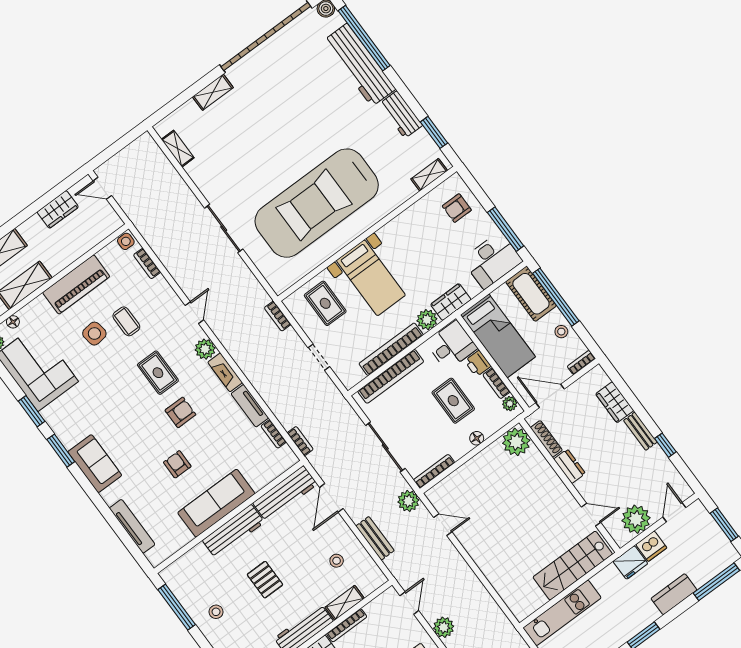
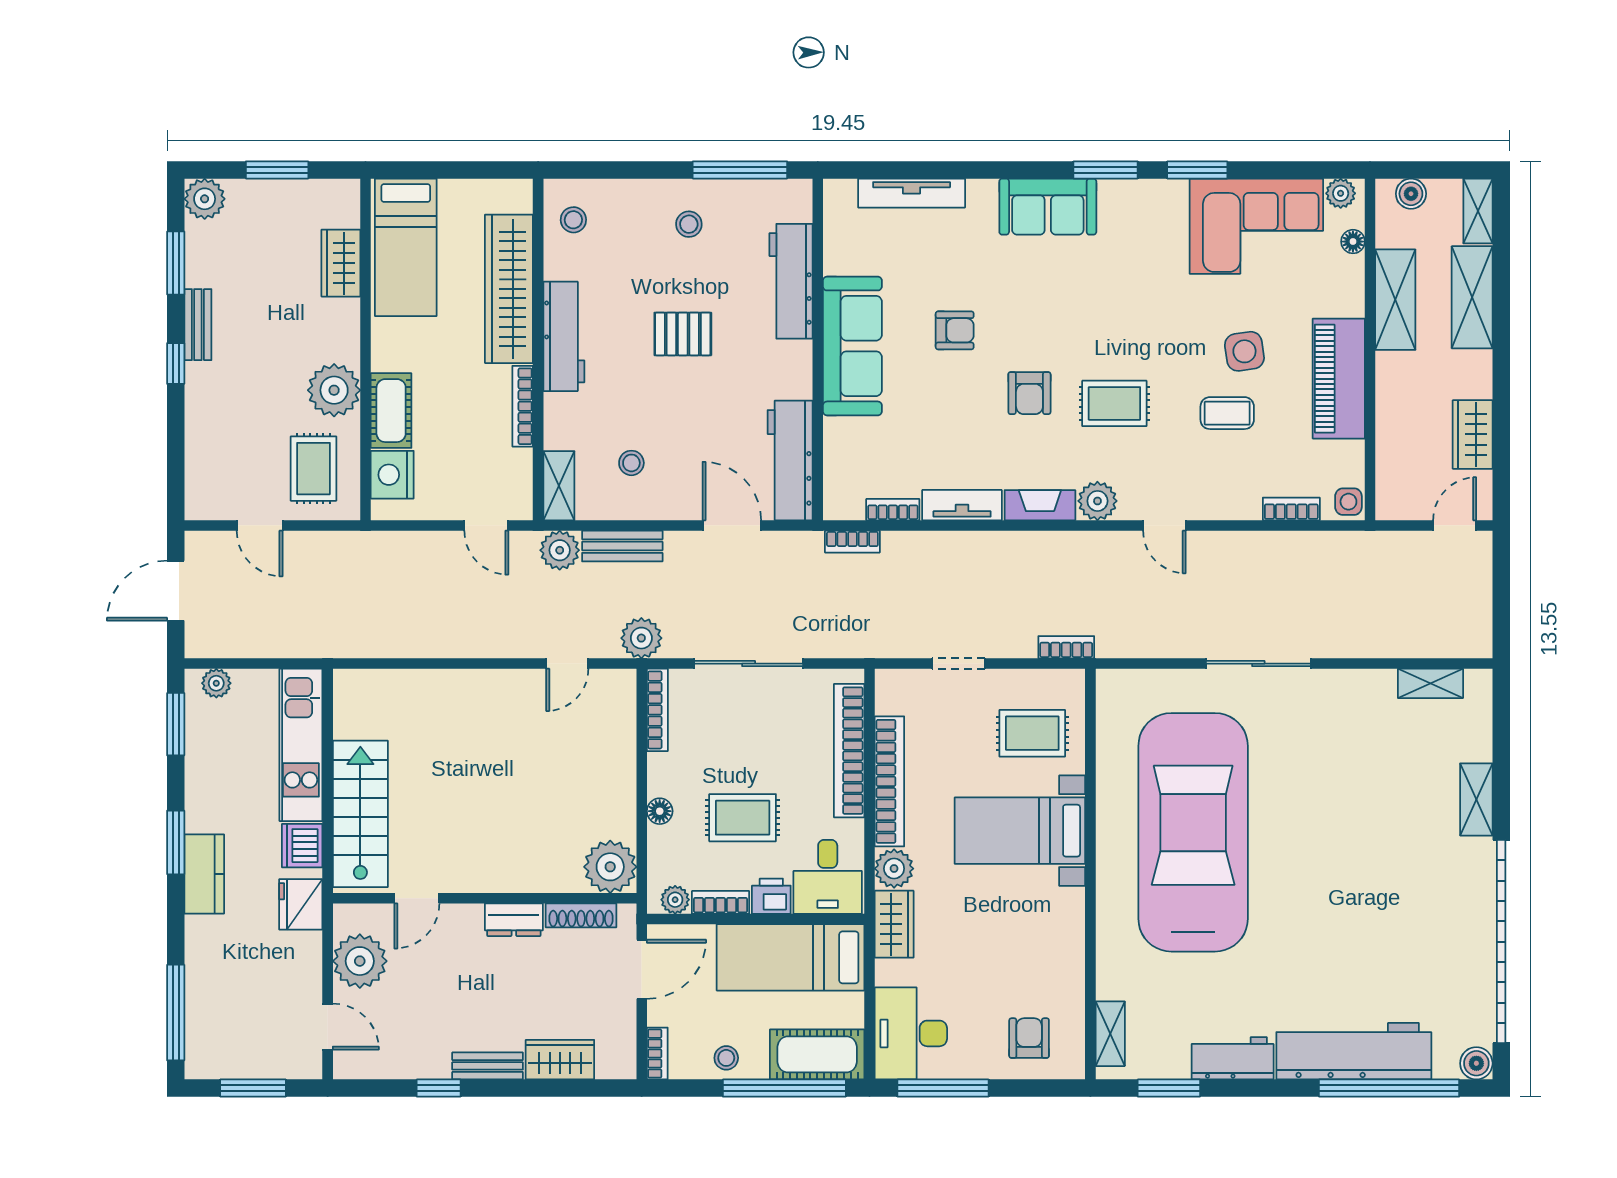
workbench: (233, 531) -> (791, 281), moved
dishwasher: (651, 546) -> (302, 846), moved
kitchen counter: (674, 594) -> (204, 874), moved
shelving: (345, 603) -> (559, 486), moved
plant: (444, 627) -> (560, 550), moved

